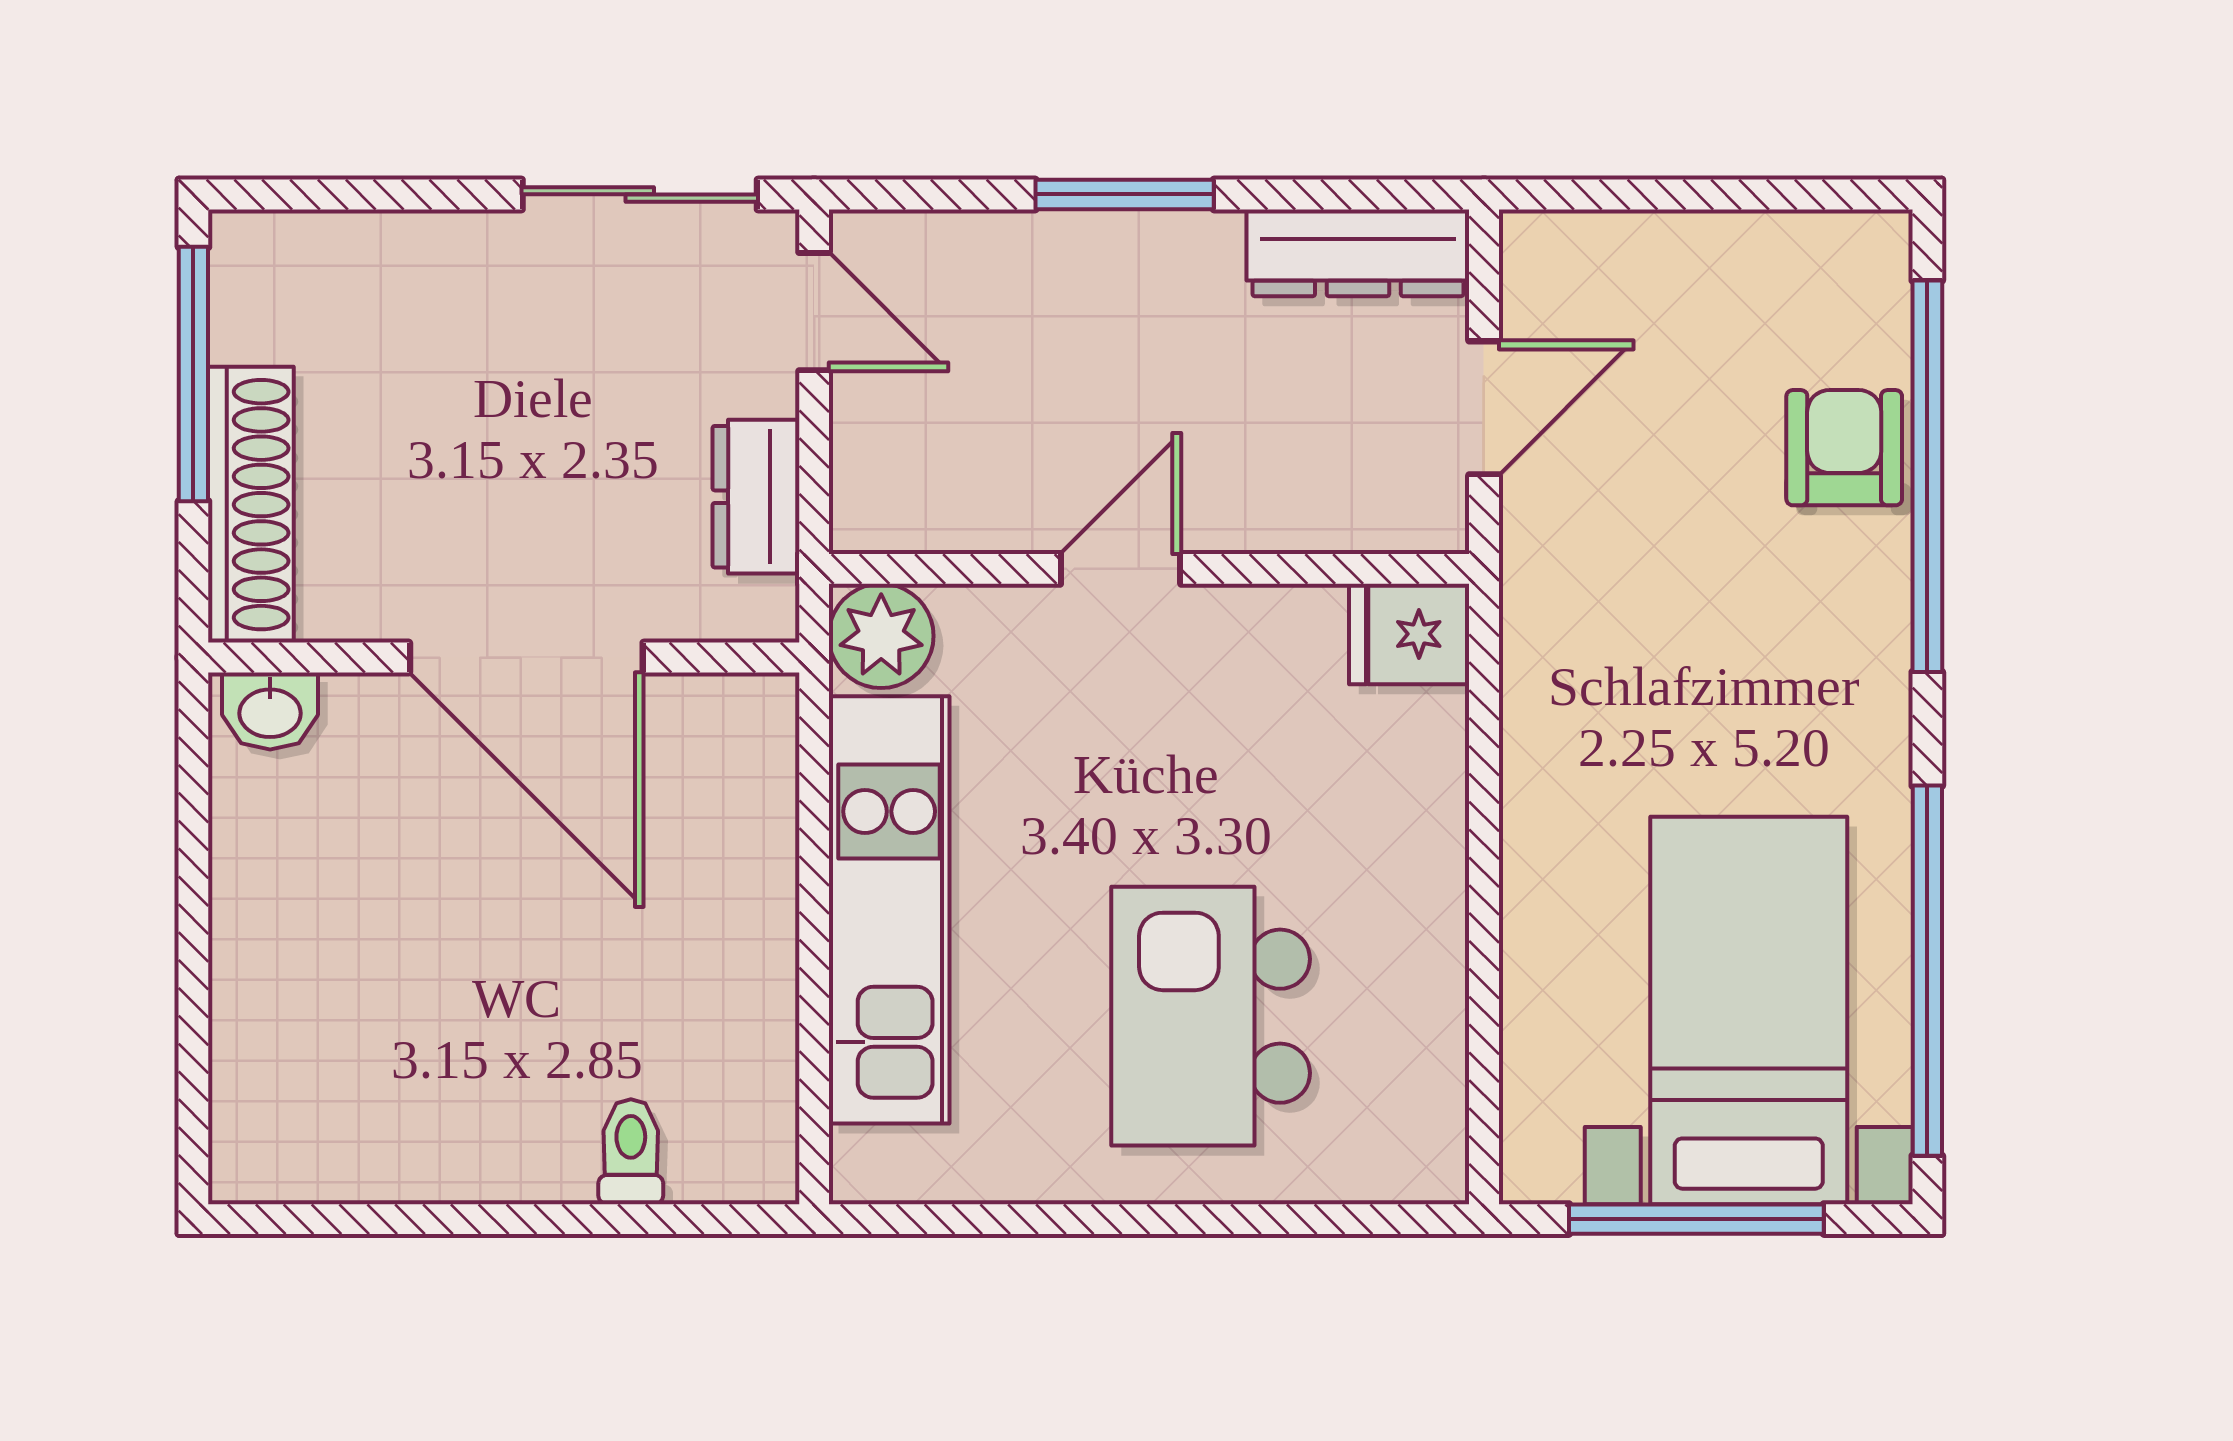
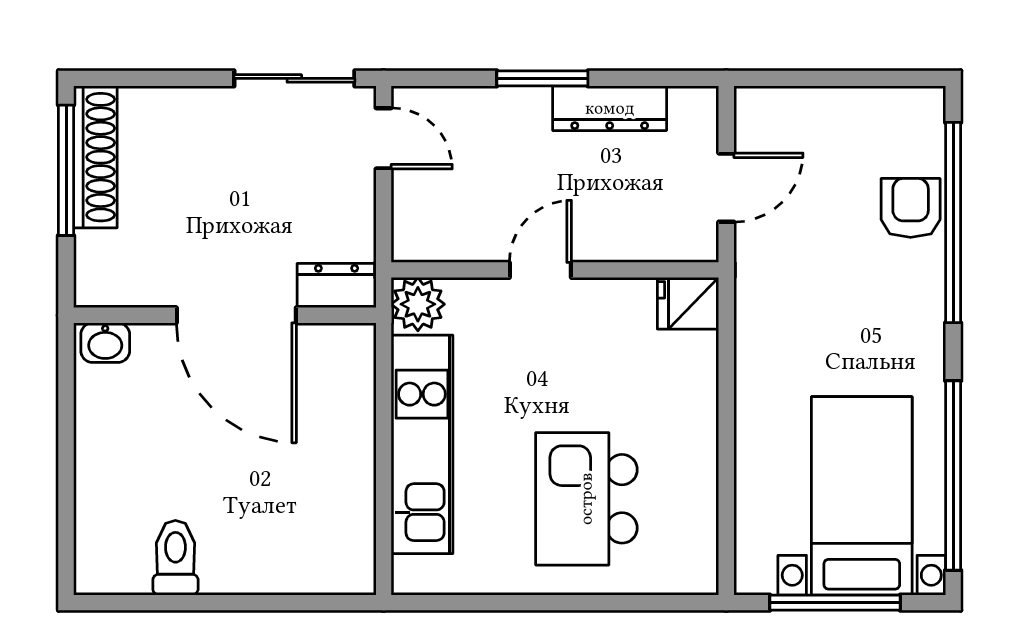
dresser: (1358, 253) -> (610, 108), moved
dresser: (756, 497) -> (337, 286), moved, turned 90
shoe rack: (251, 505) -> (95, 157), moved
toilet: (631, 1152) -> (175, 558), moved, width x1.37, depth x1.39

